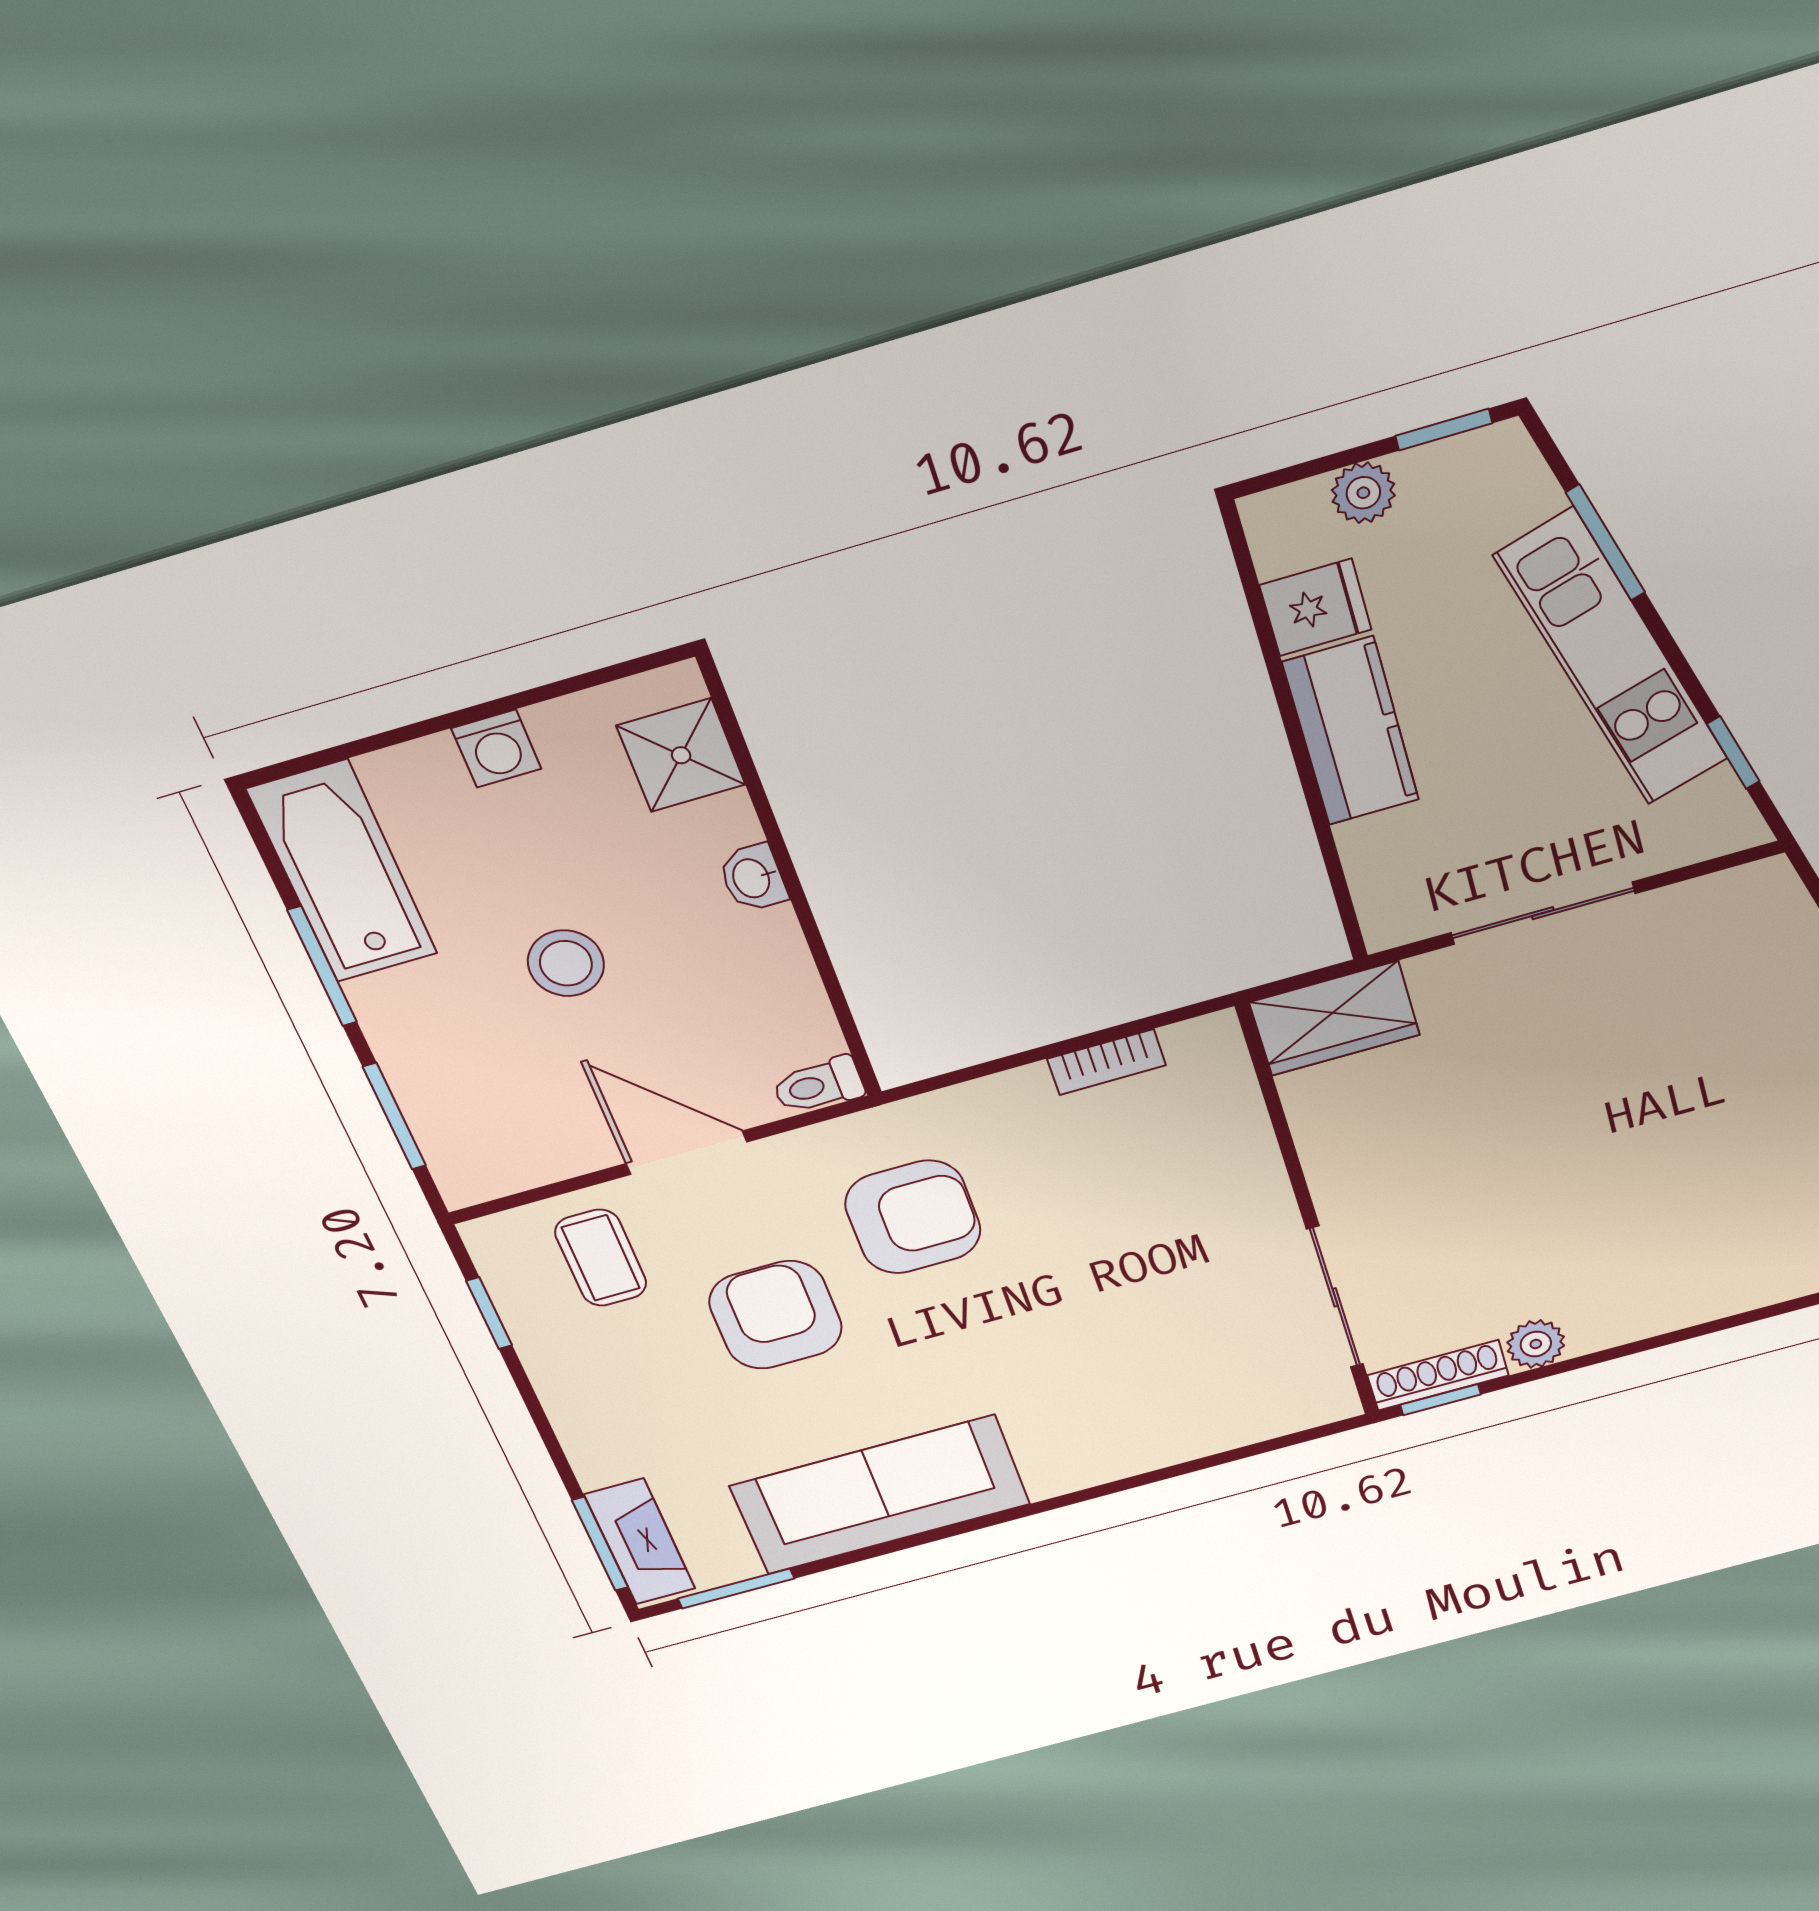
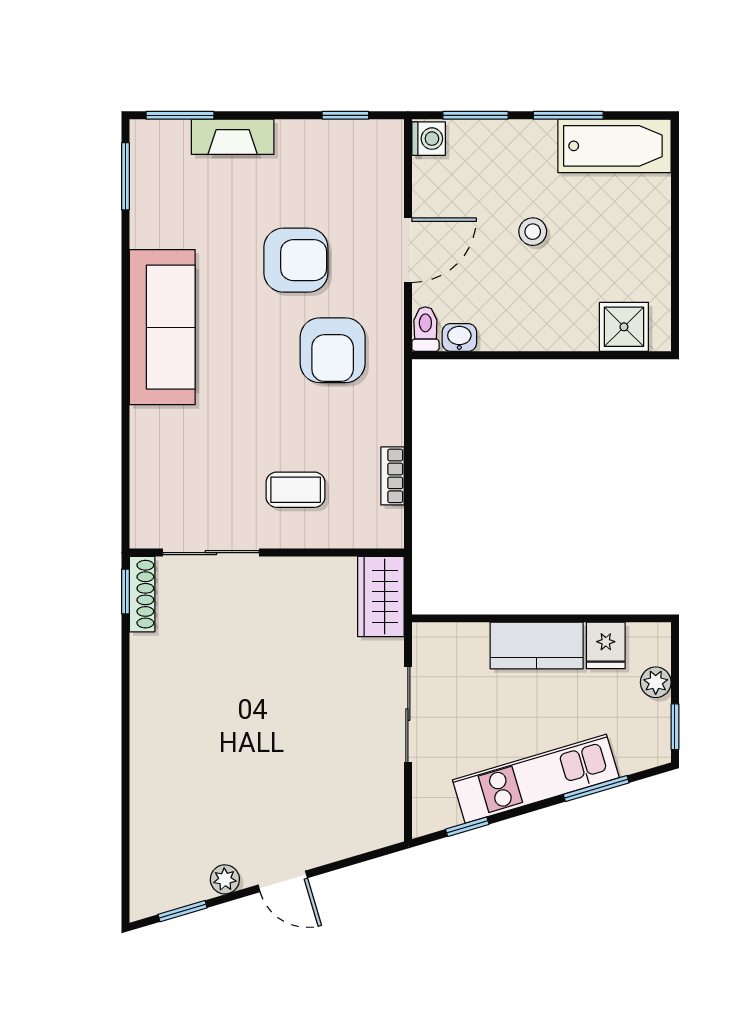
washing machine: (496, 749) -> (429, 139), moved, turned 180
washbasin: (753, 878) -> (459, 337), moved
stool: (566, 963) -> (533, 232), width x0.73, depth x0.73
coffee table: (601, 1258) -> (296, 490), moved
plant: (1536, 1344) -> (145, 651), removed
sofa: (880, 1495) -> (162, 327), moved
fireplace: (640, 1542) -> (233, 137), moved

